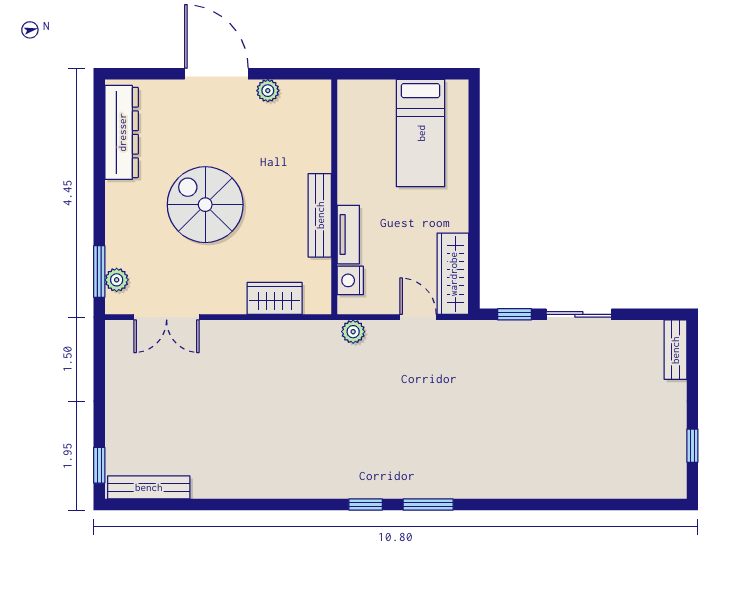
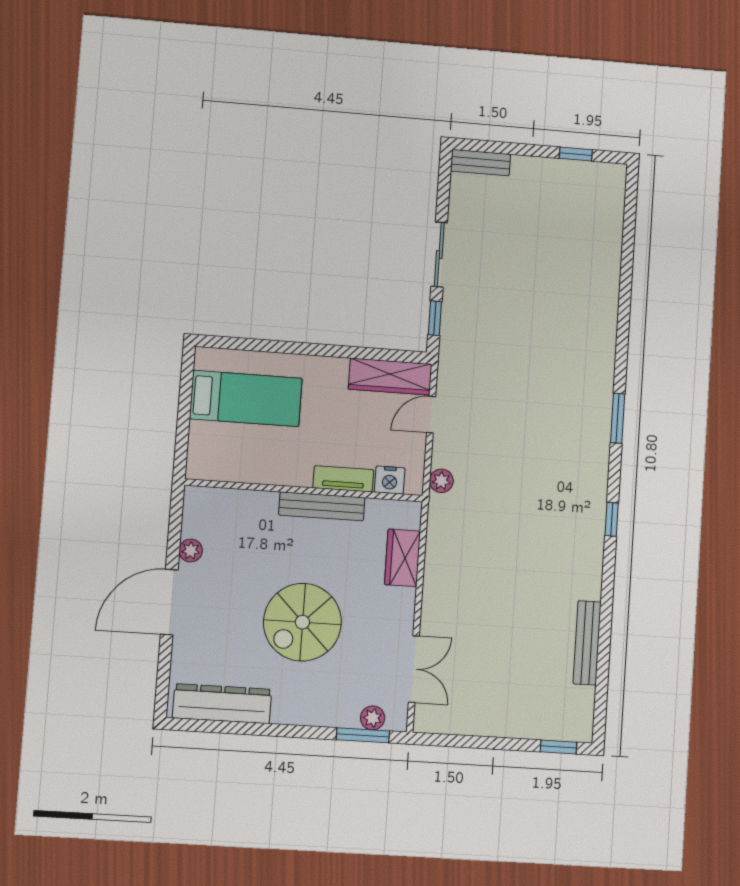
bench: (149, 487) -> (587, 643), moved
window: (366, 505) -> (612, 519), moved

